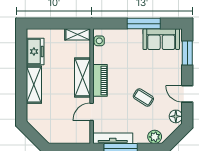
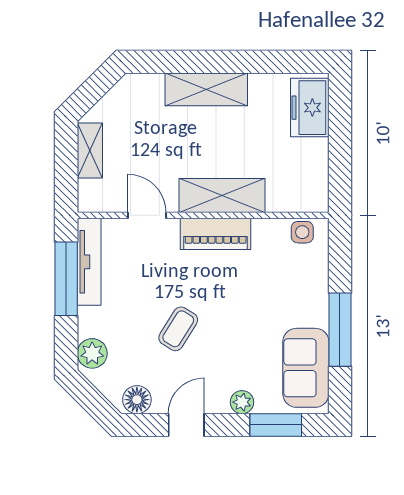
shelving: (78, 34) -> (90, 150), moved
freezer: (35, 51) -> (310, 108), moved, turned 90
plant: (177, 68) -> (242, 402), added

